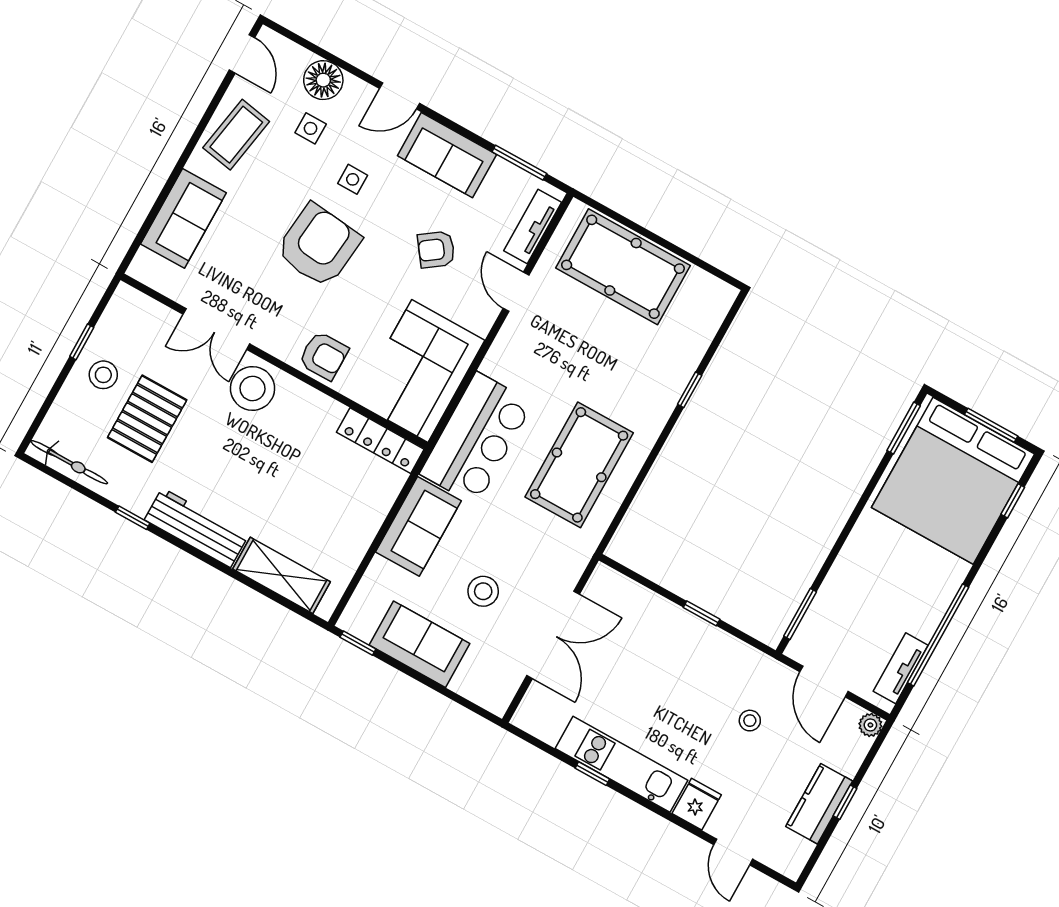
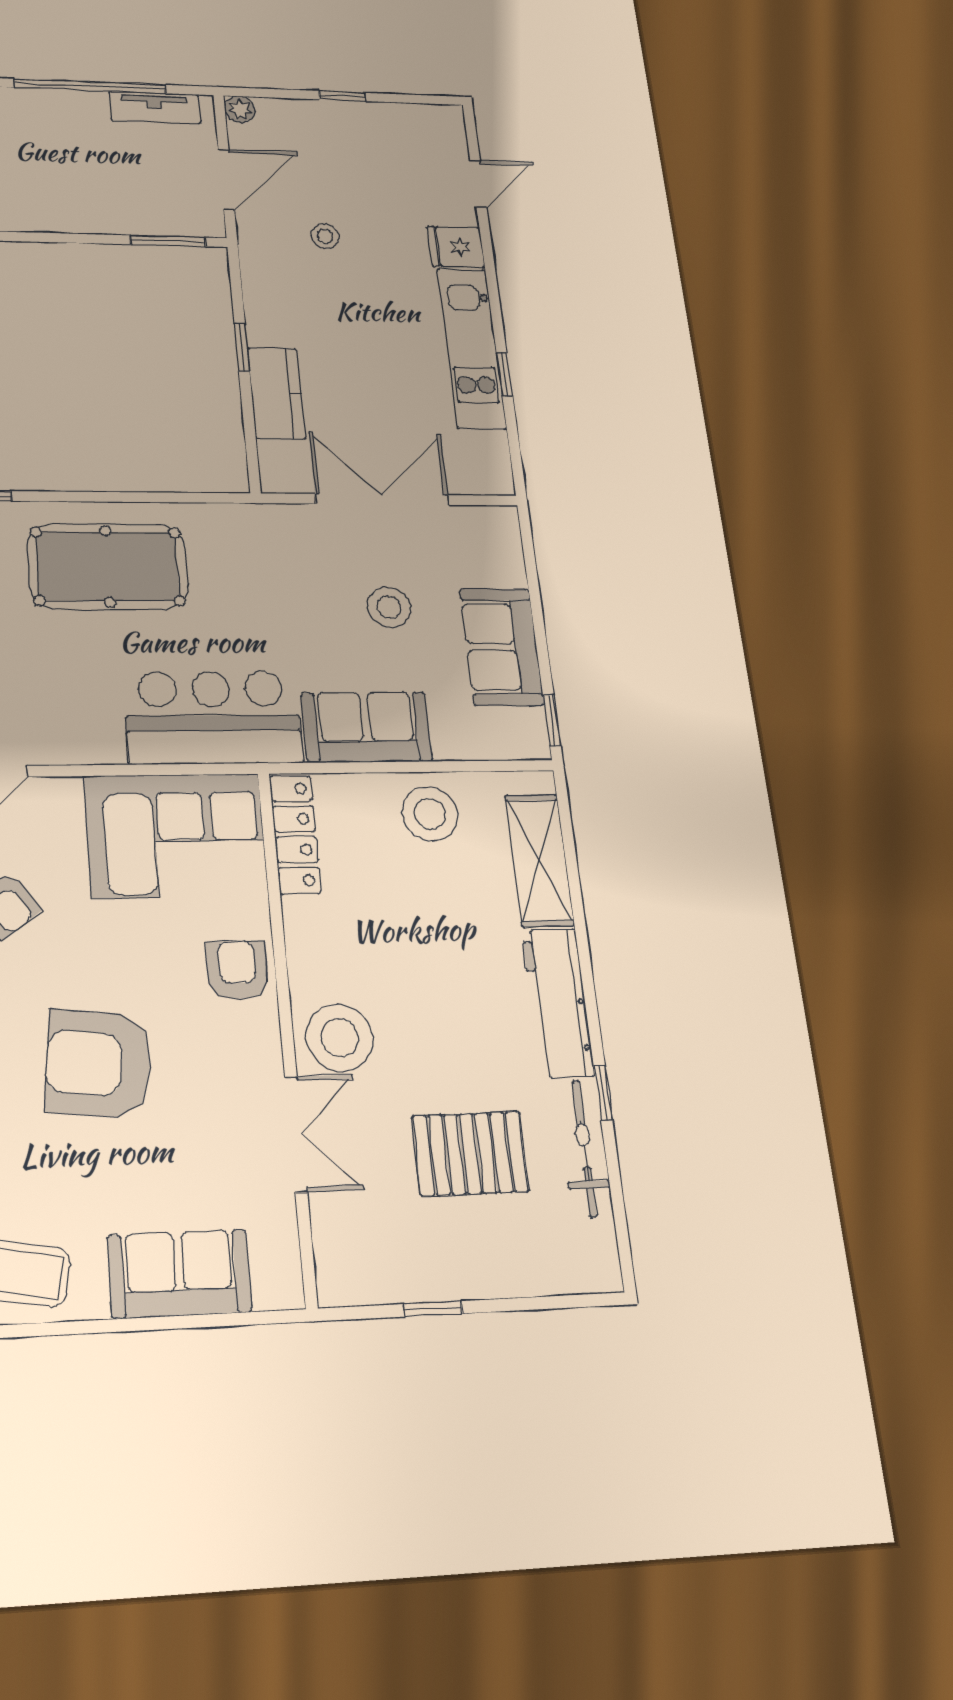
stool: (103, 375) -> (430, 814), moved, width x1.38, depth x1.38
bicycle: (69, 462) -> (584, 1148), moved
pool table: (579, 465) -> (108, 566), moved
kitchen counter: (819, 804) -> (276, 393), moved, turned -90

